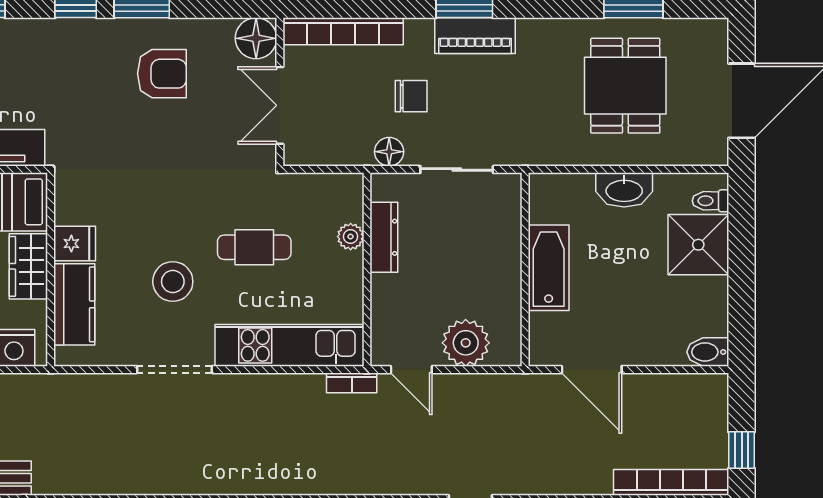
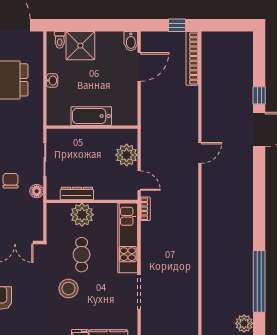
washbasin: (624, 190) -> (52, 80), width x0.52, depth x0.69
plant: (351, 237) -> (82, 215), width x1.87, depth x1.87
stool: (173, 282) -> (69, 288), moved
door: (411, 370) -> (139, 181), hinge flipped
door: (592, 370) -> (139, 67), moved

